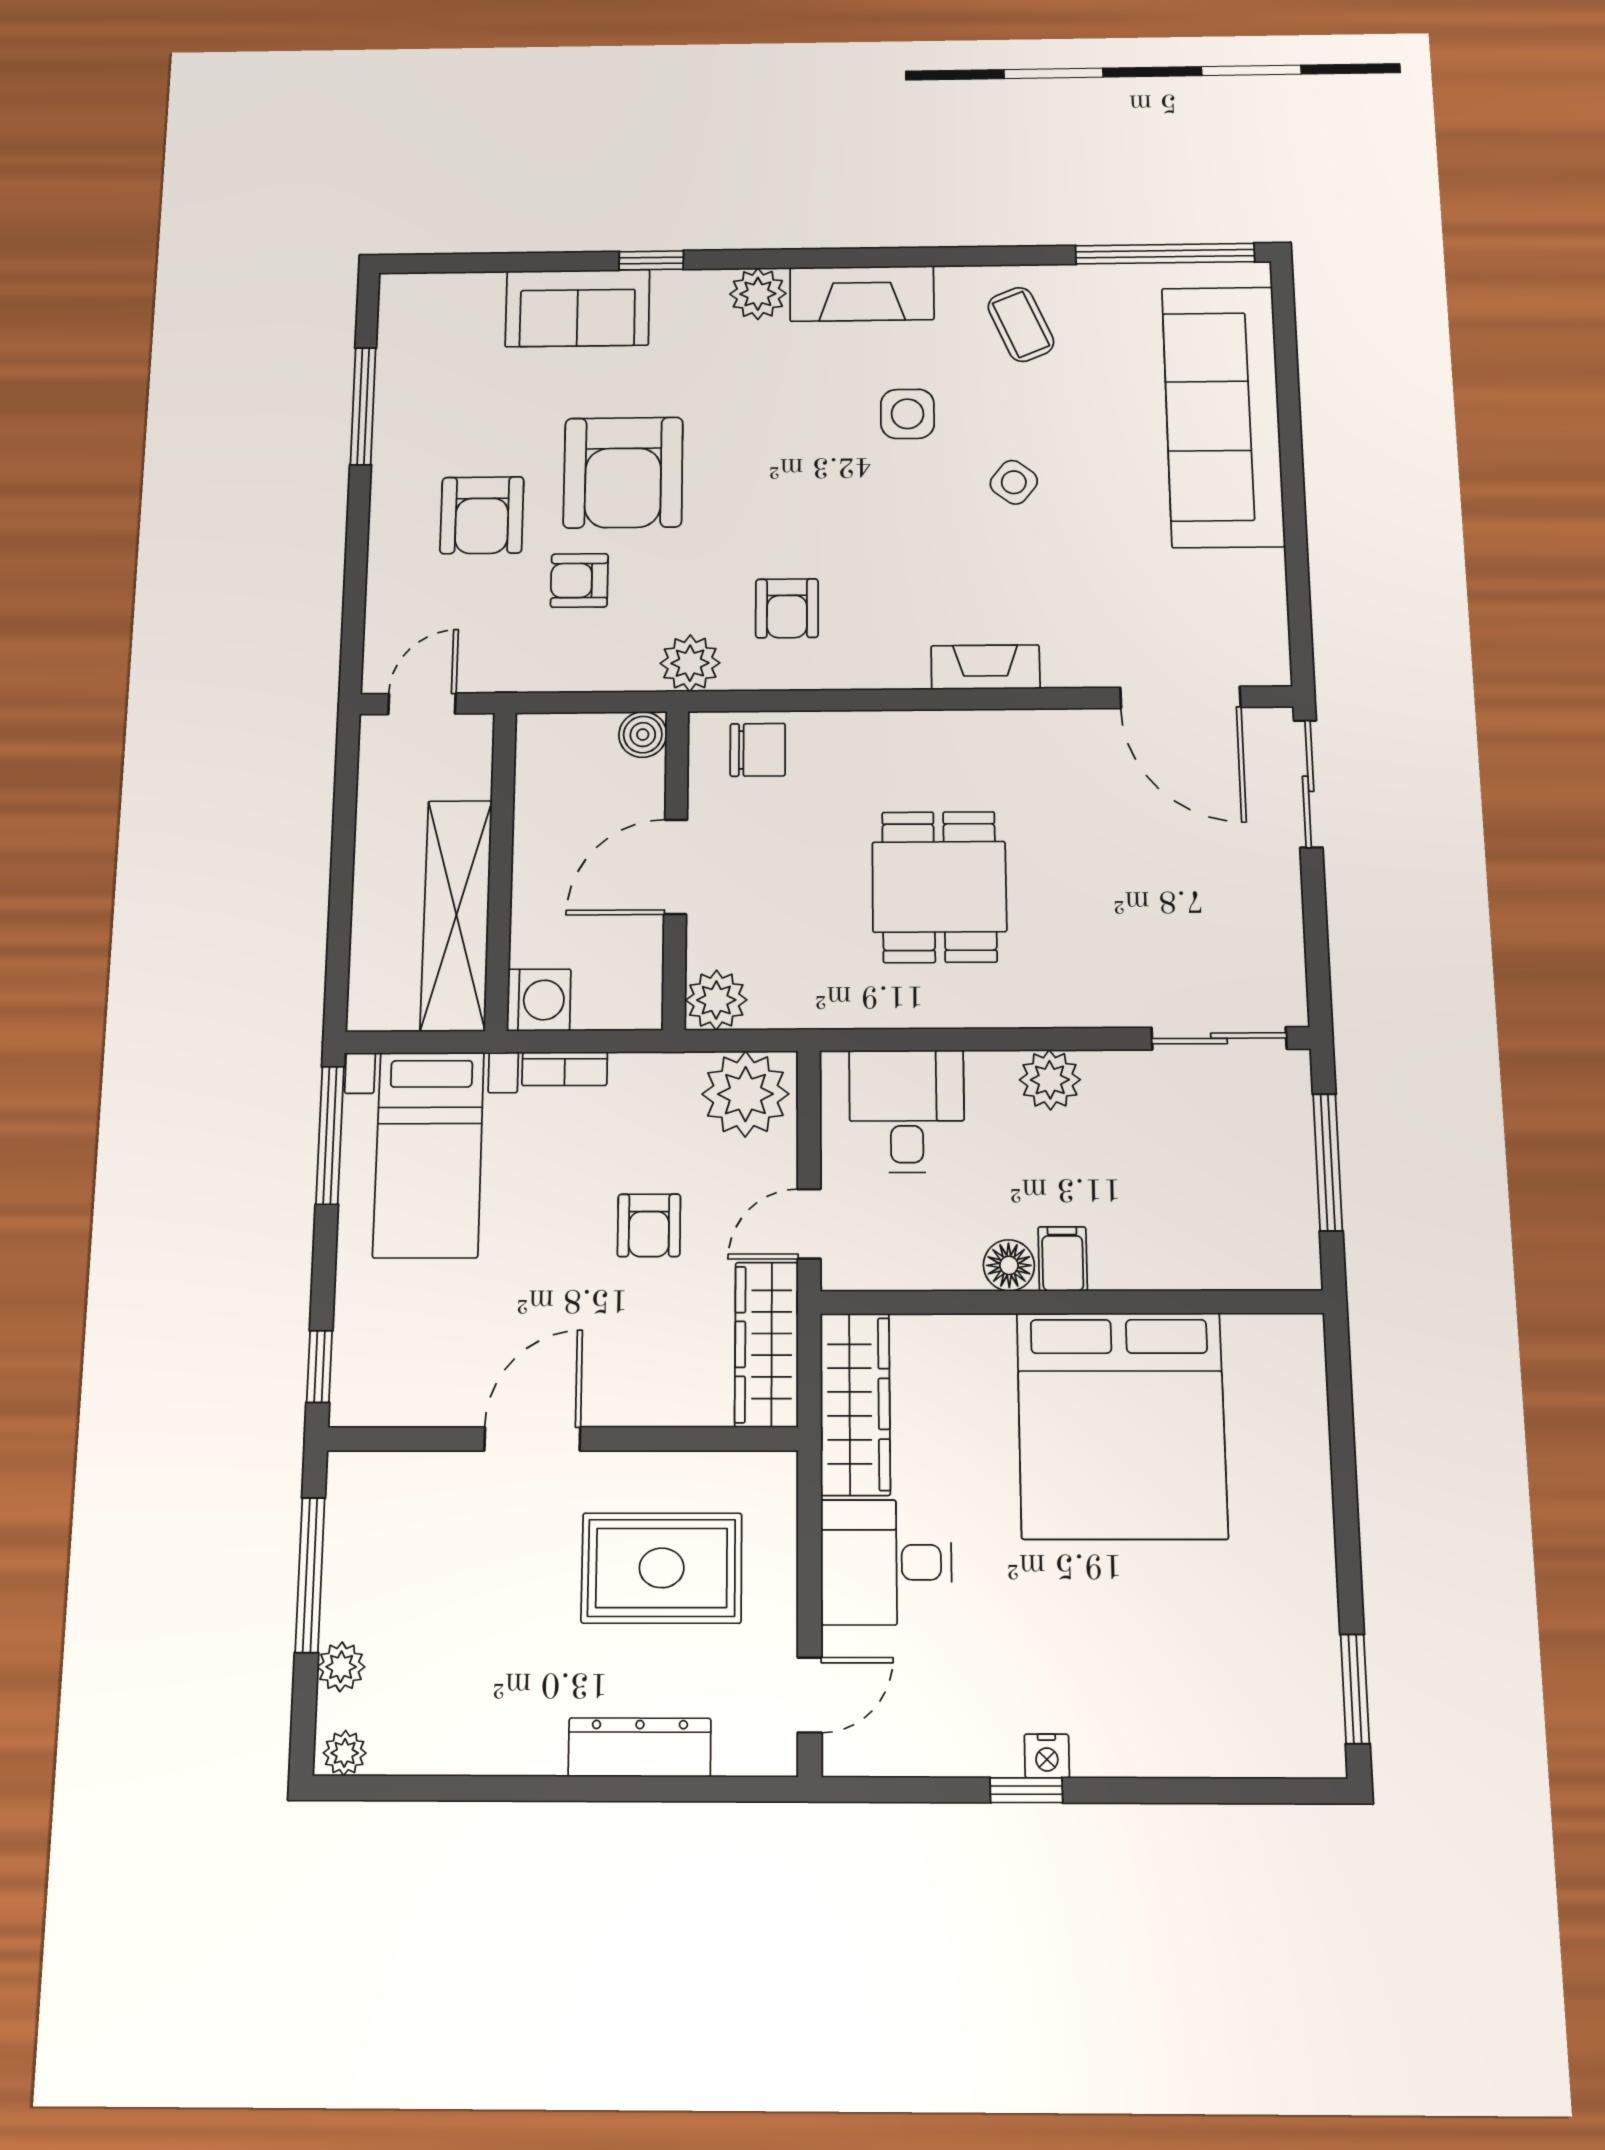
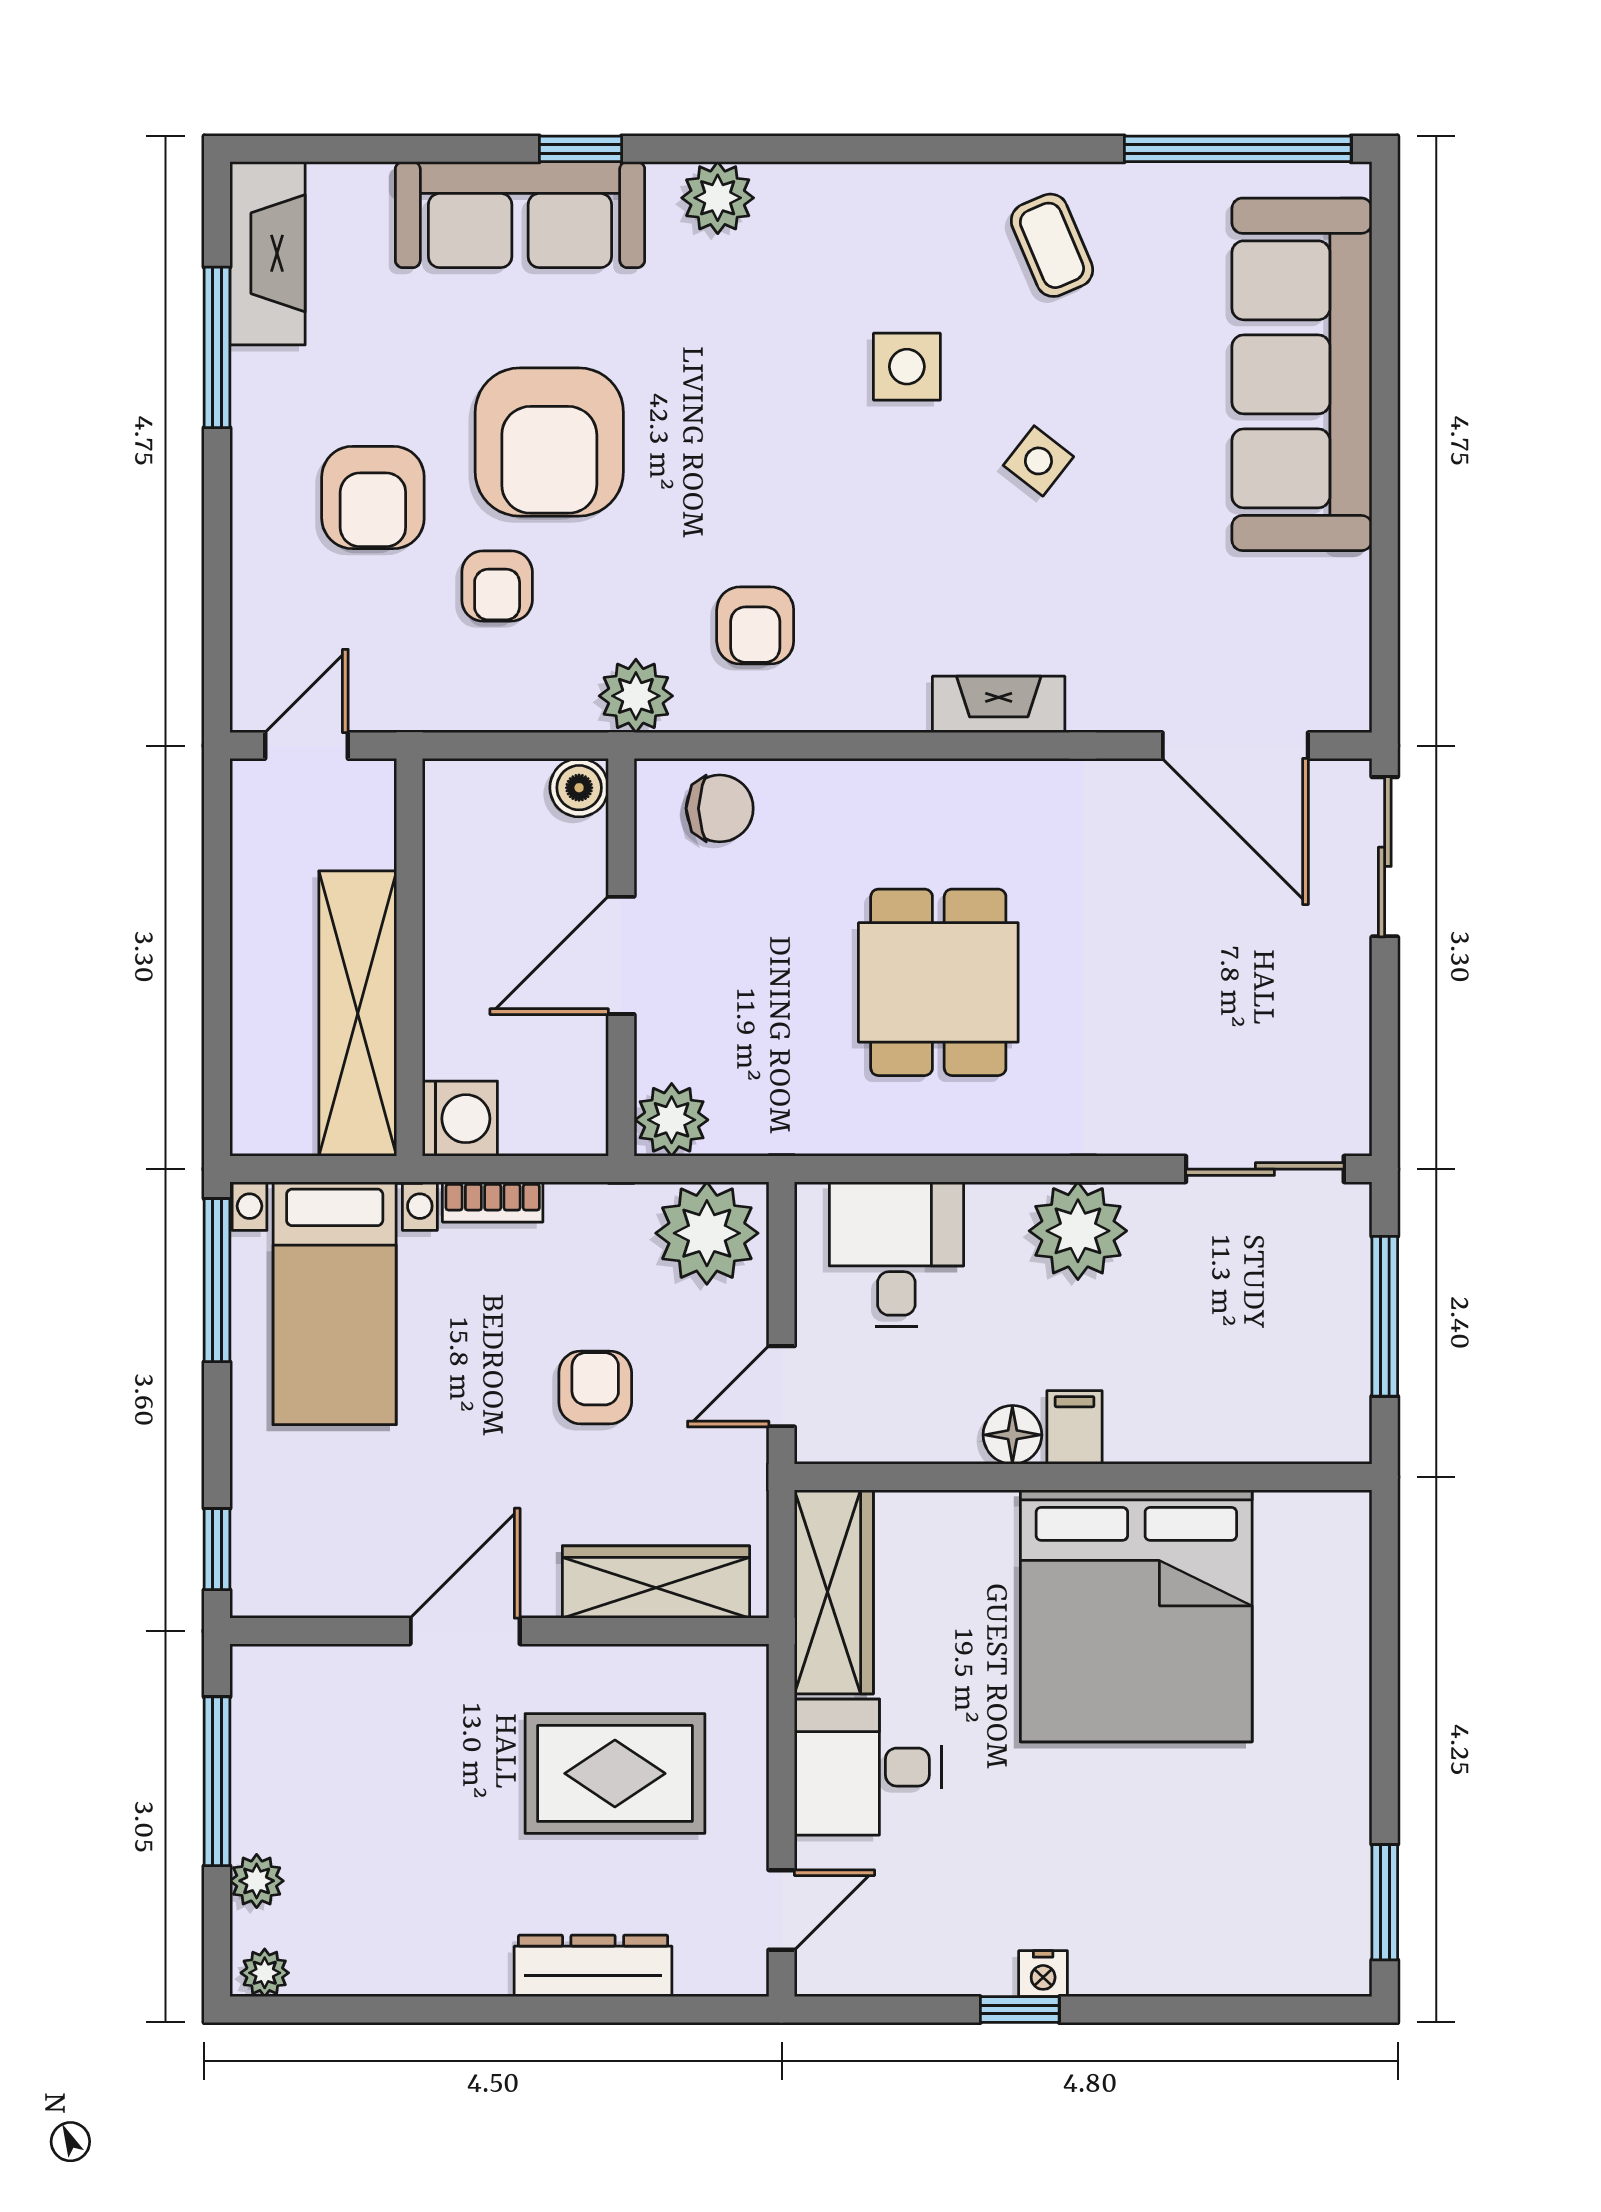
fireplace: (862, 294) -> (267, 253), moved, turned -90
sofa: (578, 308) -> (520, 215), width x1.36
armchair: (579, 580) -> (497, 586), turned -90
plant: (1050, 1080) -> (1078, 1231), width x1.36, depth x1.36
armchair: (649, 1225) -> (595, 1387), turned 180
wardrobe: (767, 1344) -> (656, 1582), moved, turned 90

